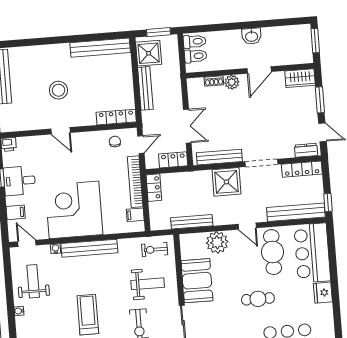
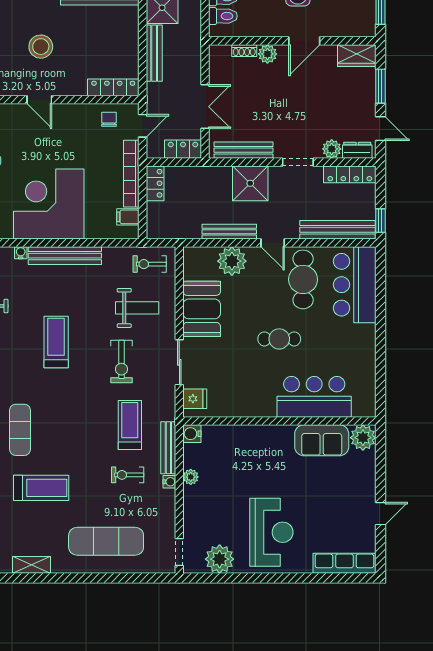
plant: (287, 151) -> (332, 149), added
doorway: (261, 163) -> (298, 162), width x0.73
bench: (192, 222) -> (229, 232), moved
fridge: (323, 293) -> (365, 337), removed

